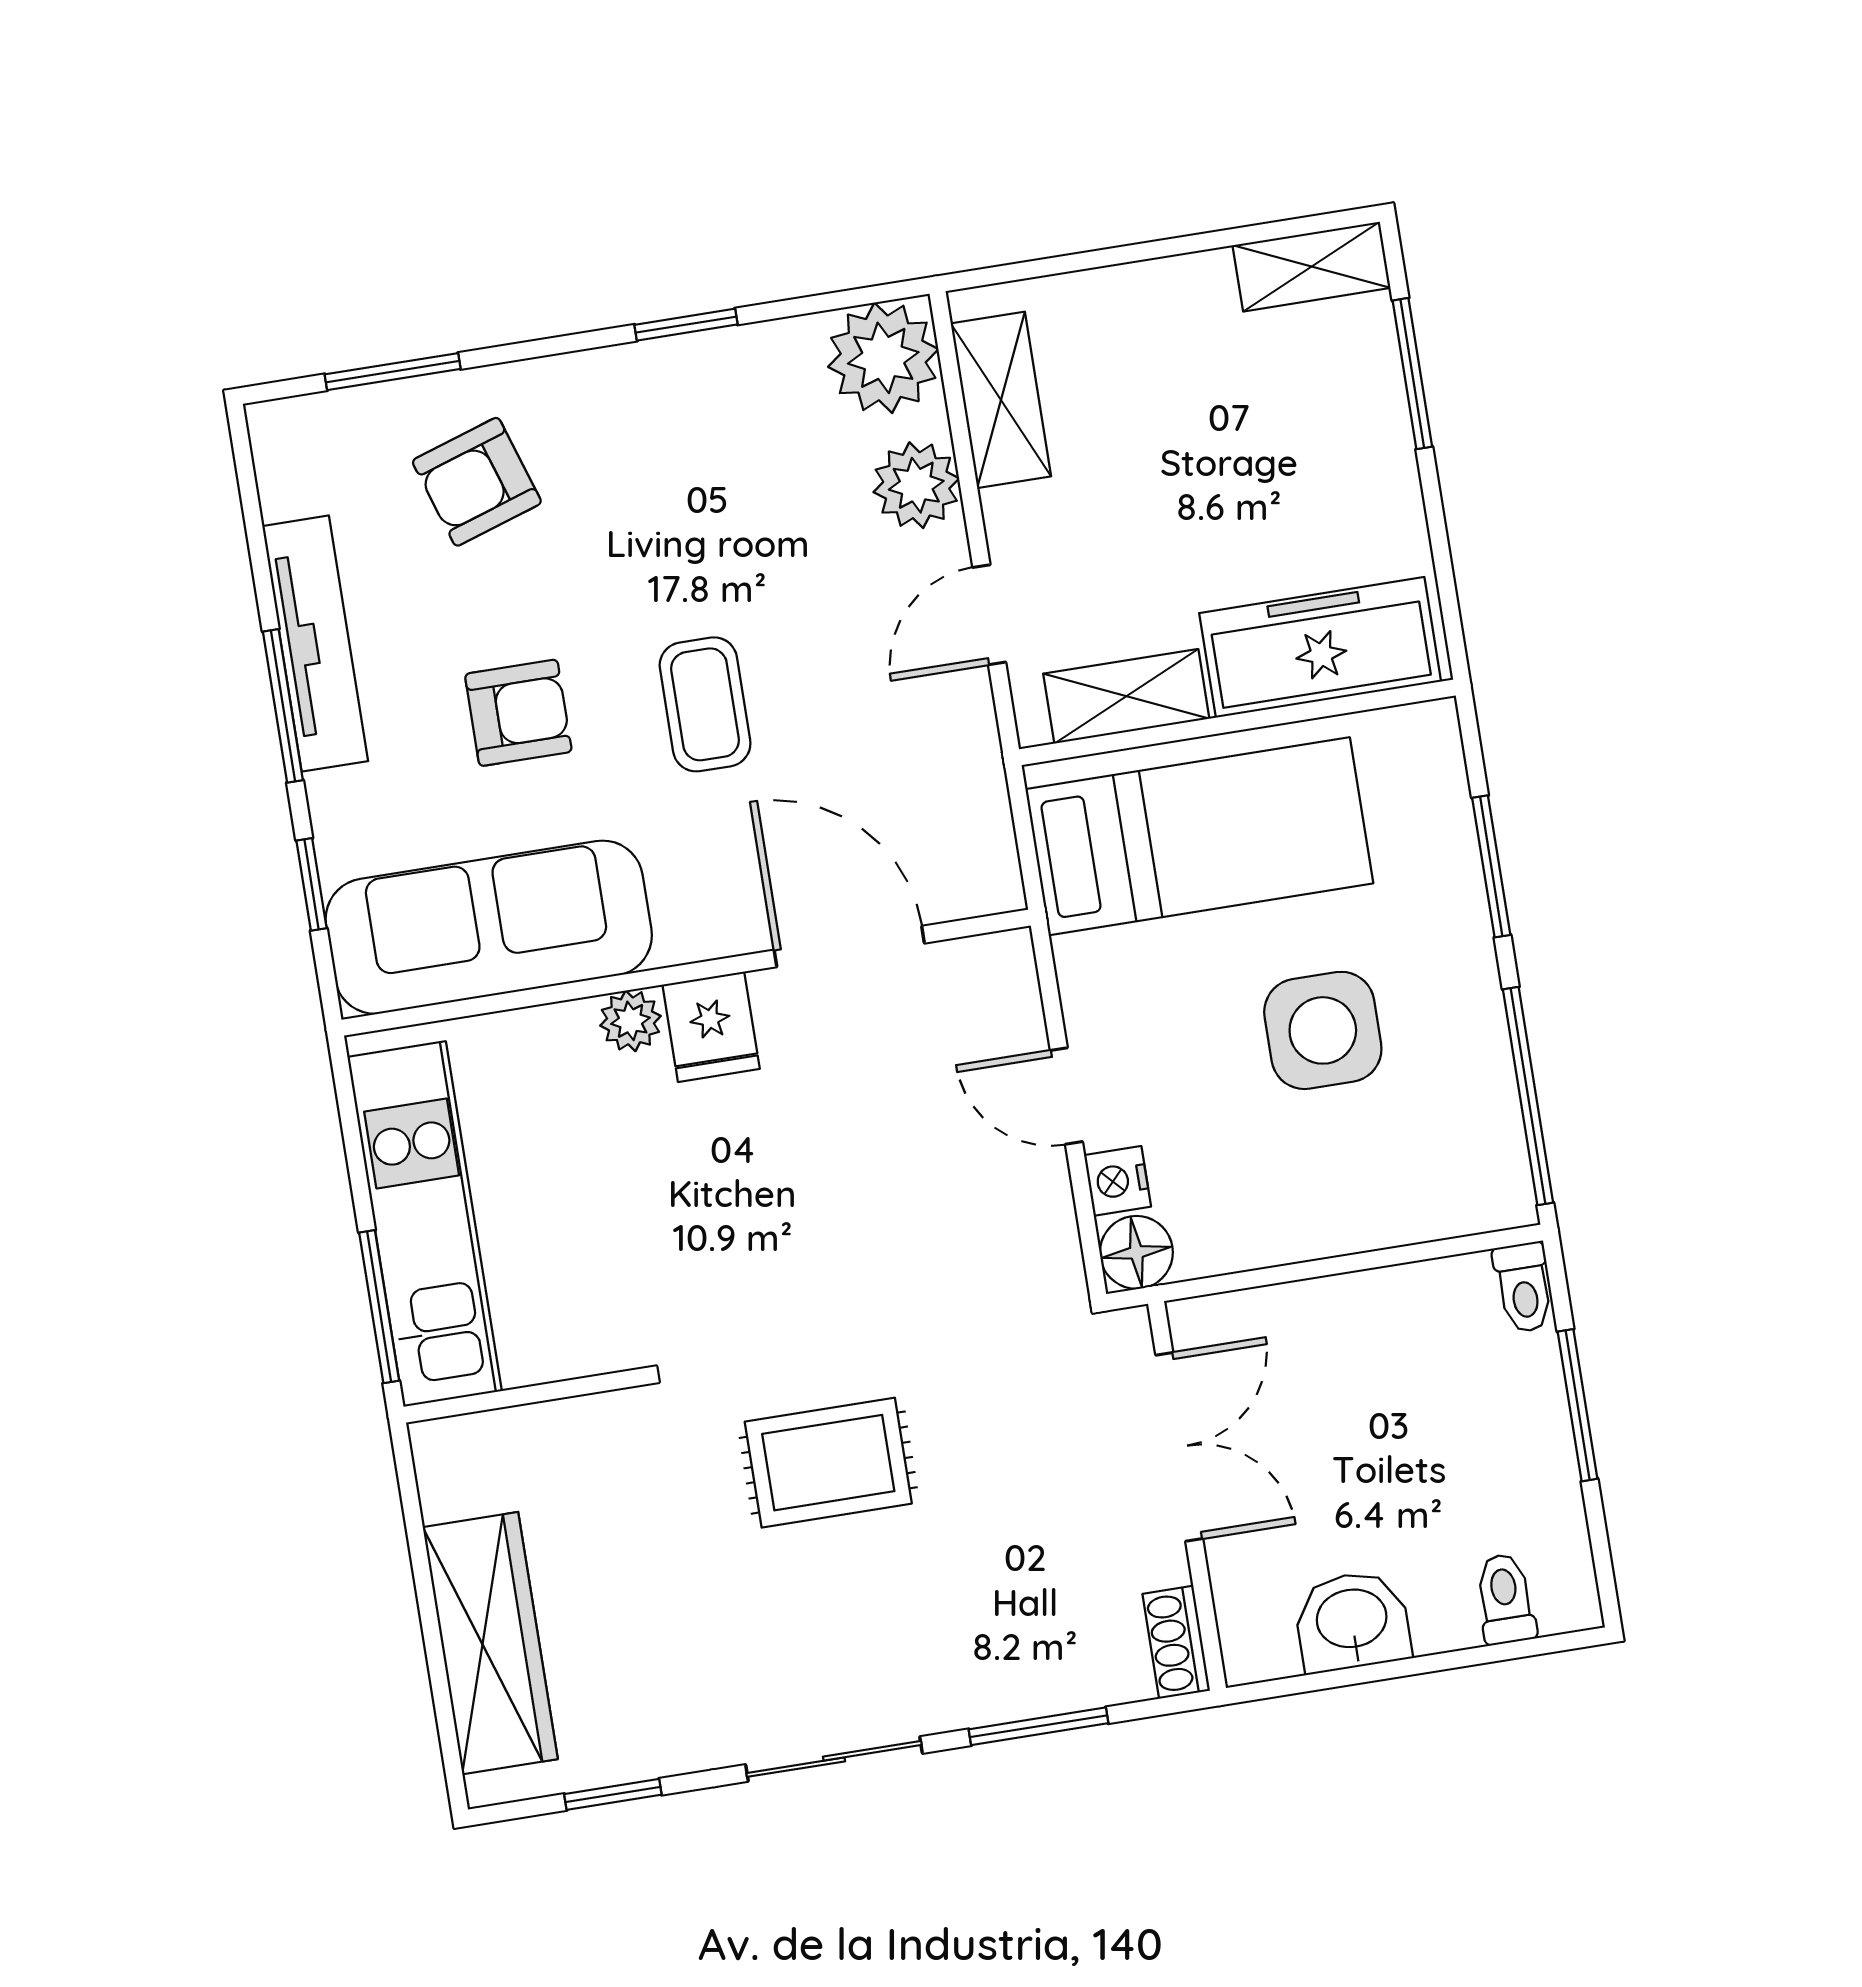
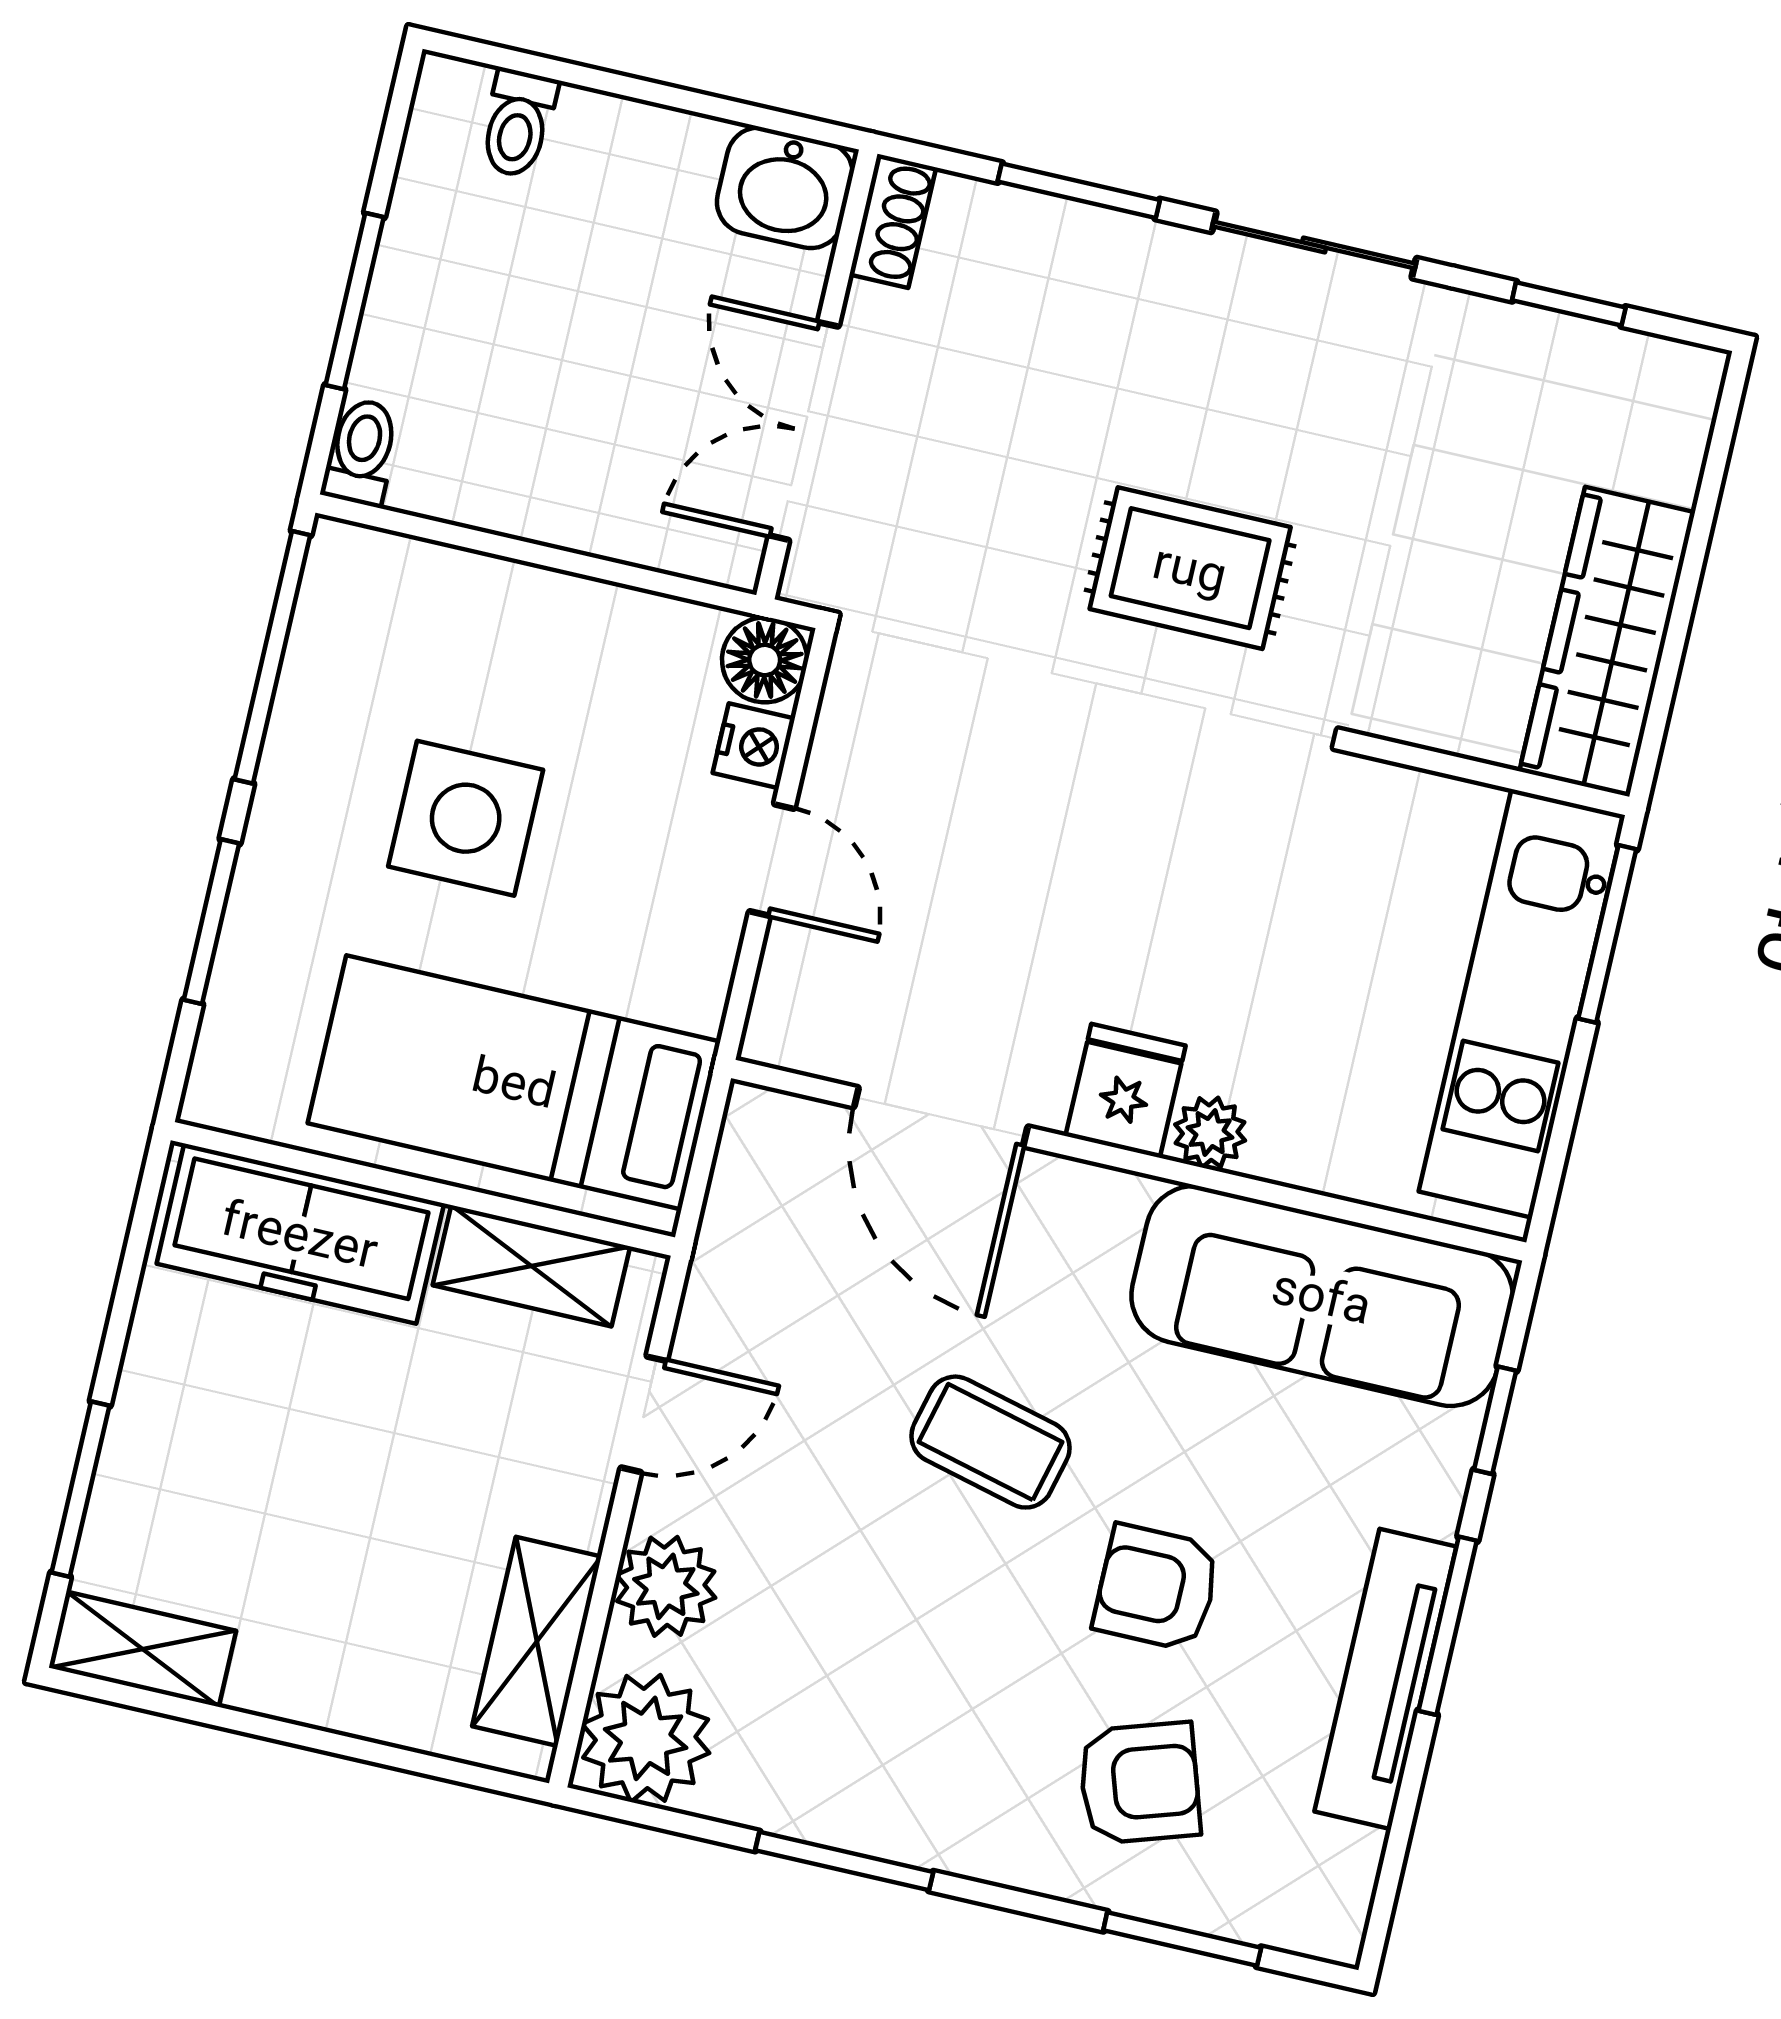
window: (686, 325) -> (844, 1861), width x1.50
coffee table: (705, 704) -> (990, 1442), turned -76
armchair: (518, 713) -> (1157, 1588), moved
washbasin: (1352, 1621) -> (785, 188), moved
wardrobe: (490, 1643) -> (1607, 642), moved

